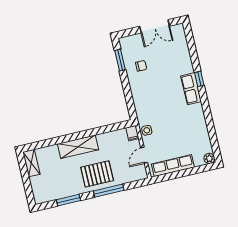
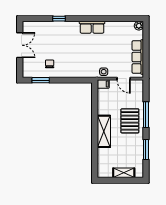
window: (199, 79) -> (59, 19), moved
row of seats: (191, 89) -> (92, 27), moved
shelving: (31, 163) -> (124, 173), moved

